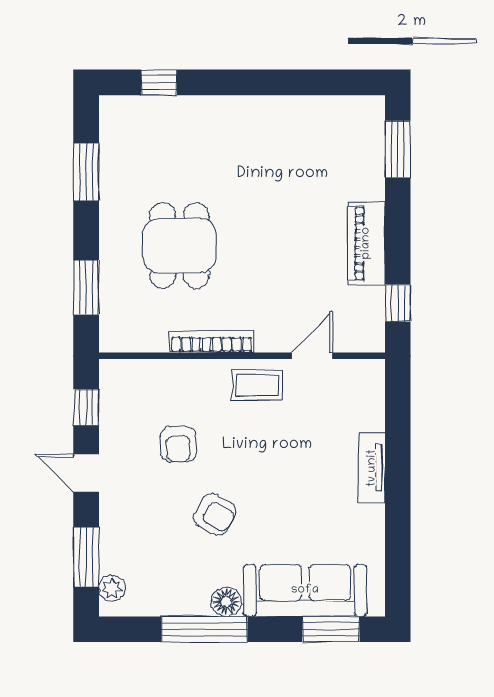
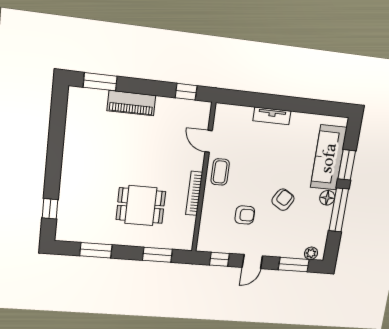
piano: (366, 243) -> (131, 103), moved
window: (331, 629) -> (347, 165), moved

